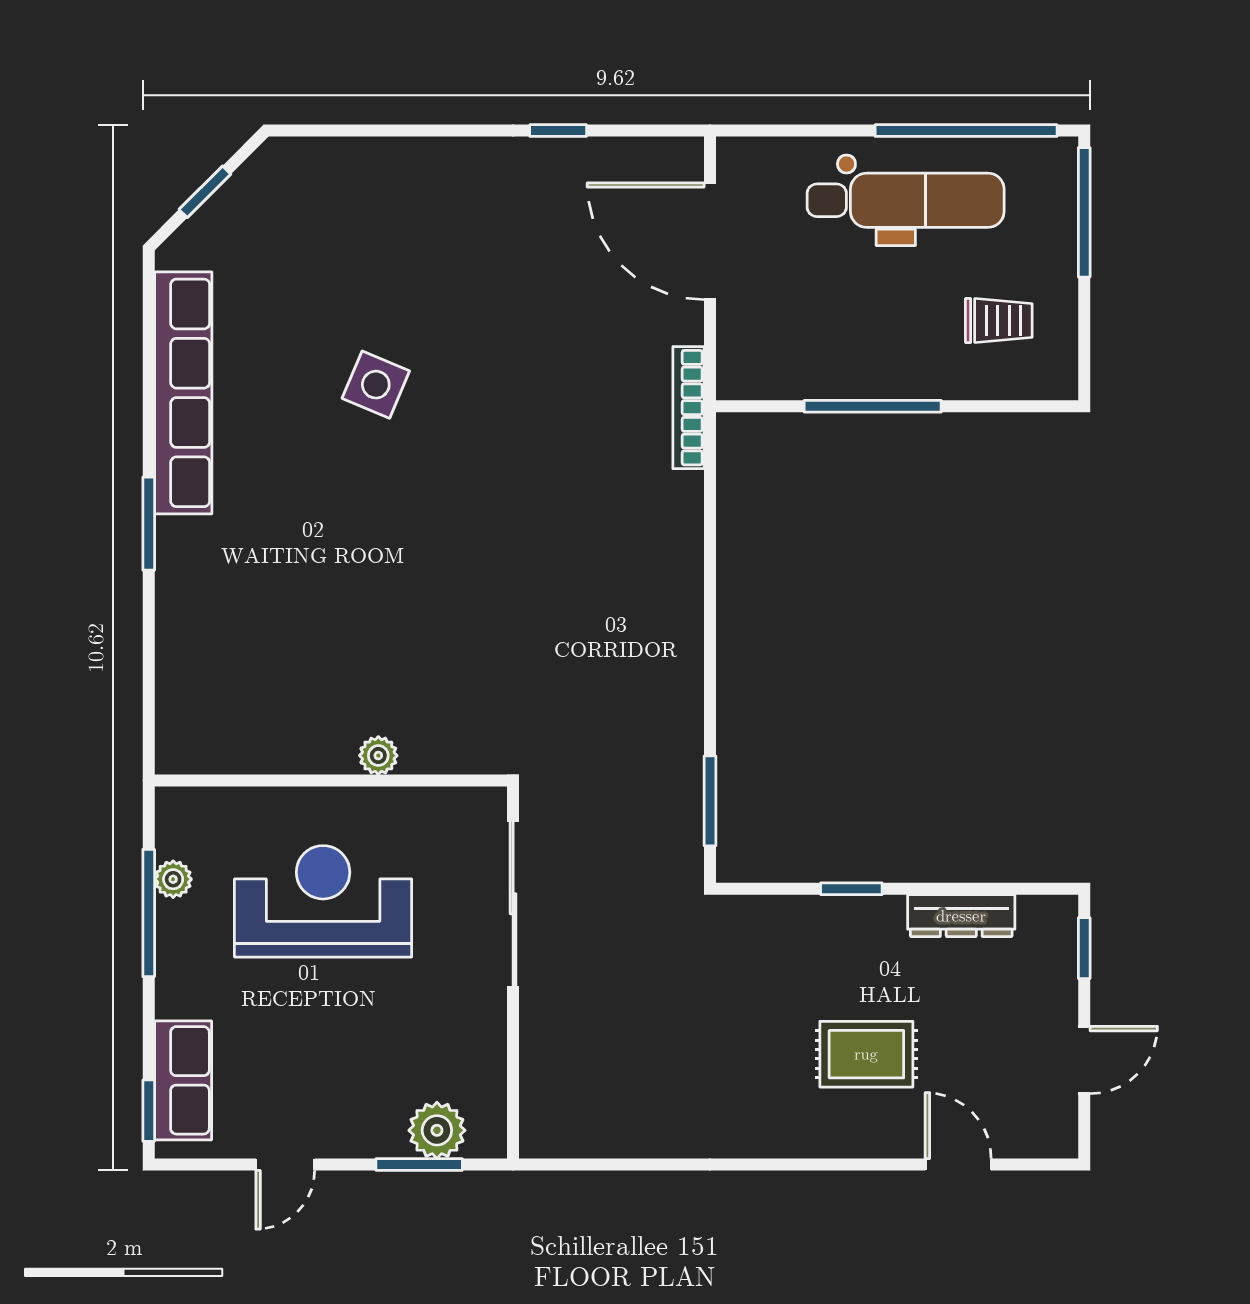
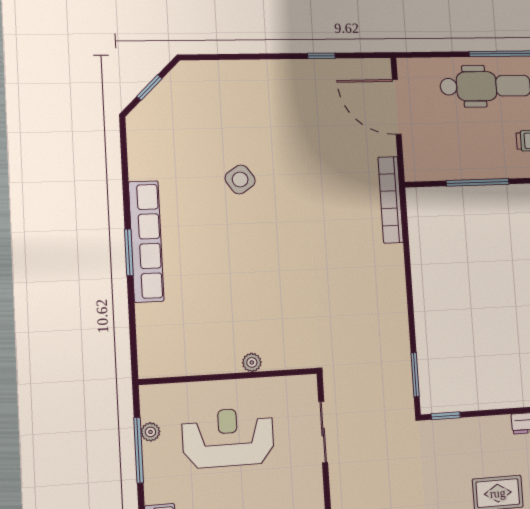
side table: (376, 385) -> (240, 179), turned 33
row of seats: (183, 393) -> (146, 241), moved
bookcase: (688, 408) -> (391, 200), width x1.48, depth x1.31
window: (851, 889) -> (446, 416), moved
sliding door: (513, 904) -> (323, 432), width x0.73

